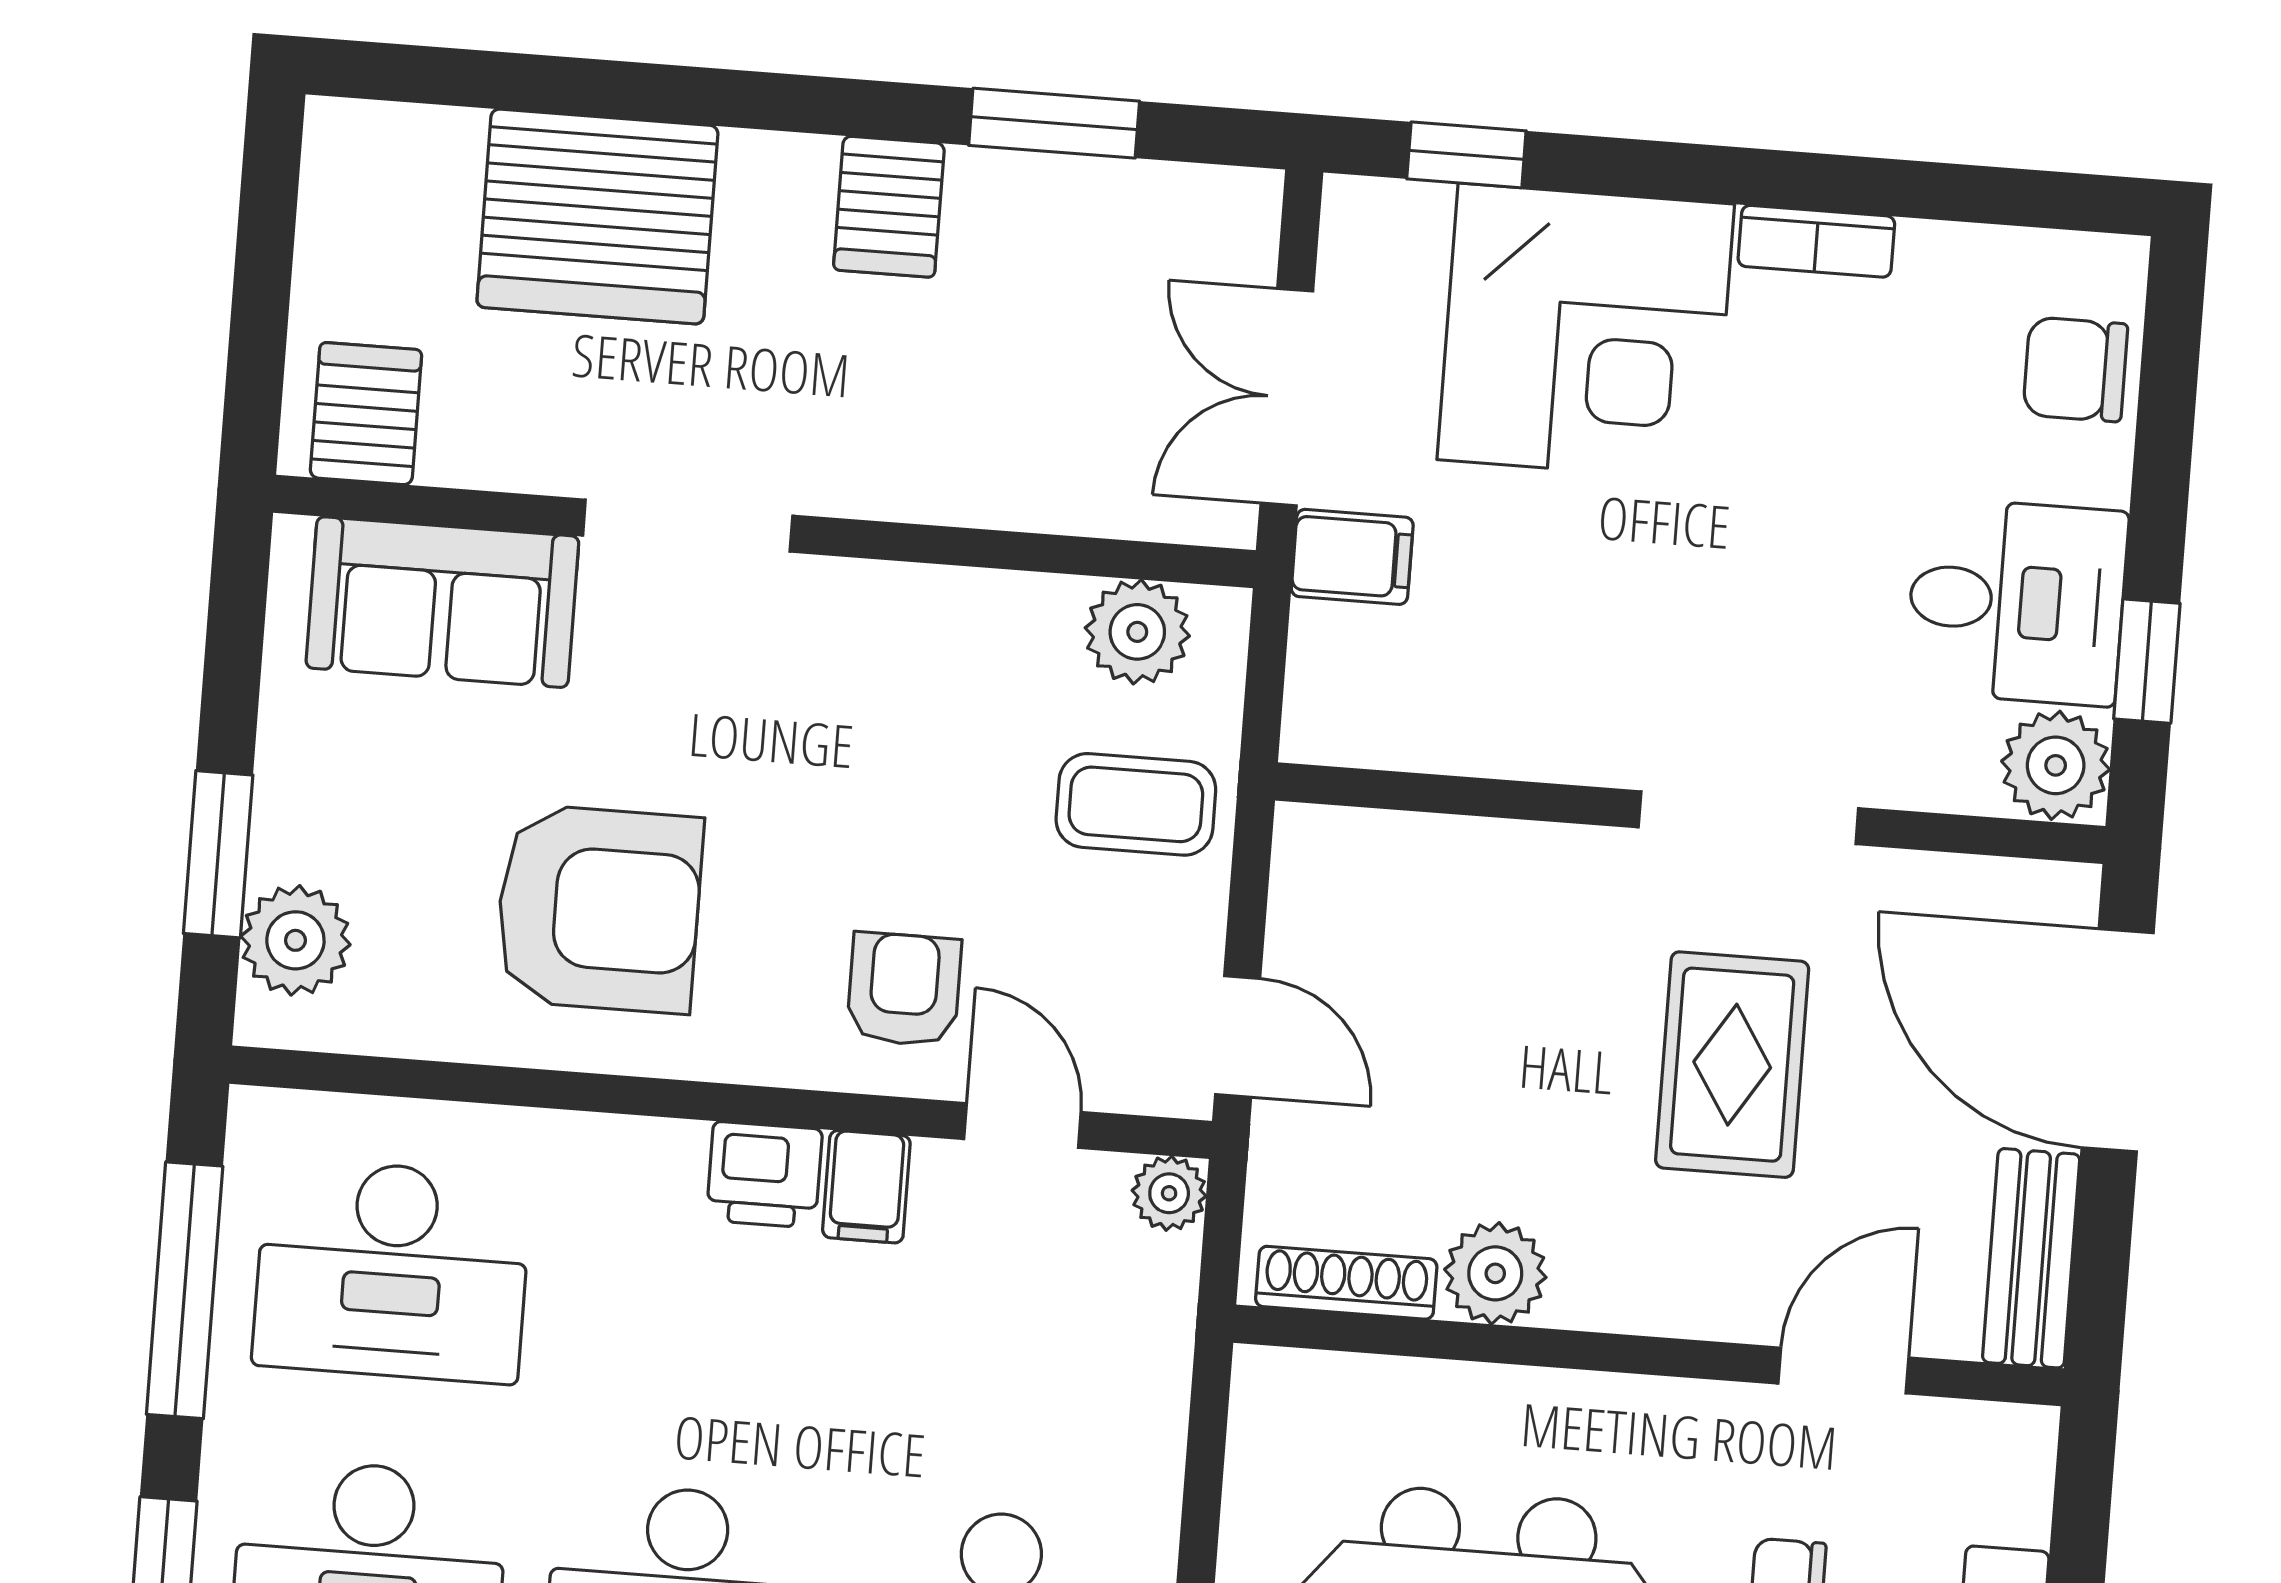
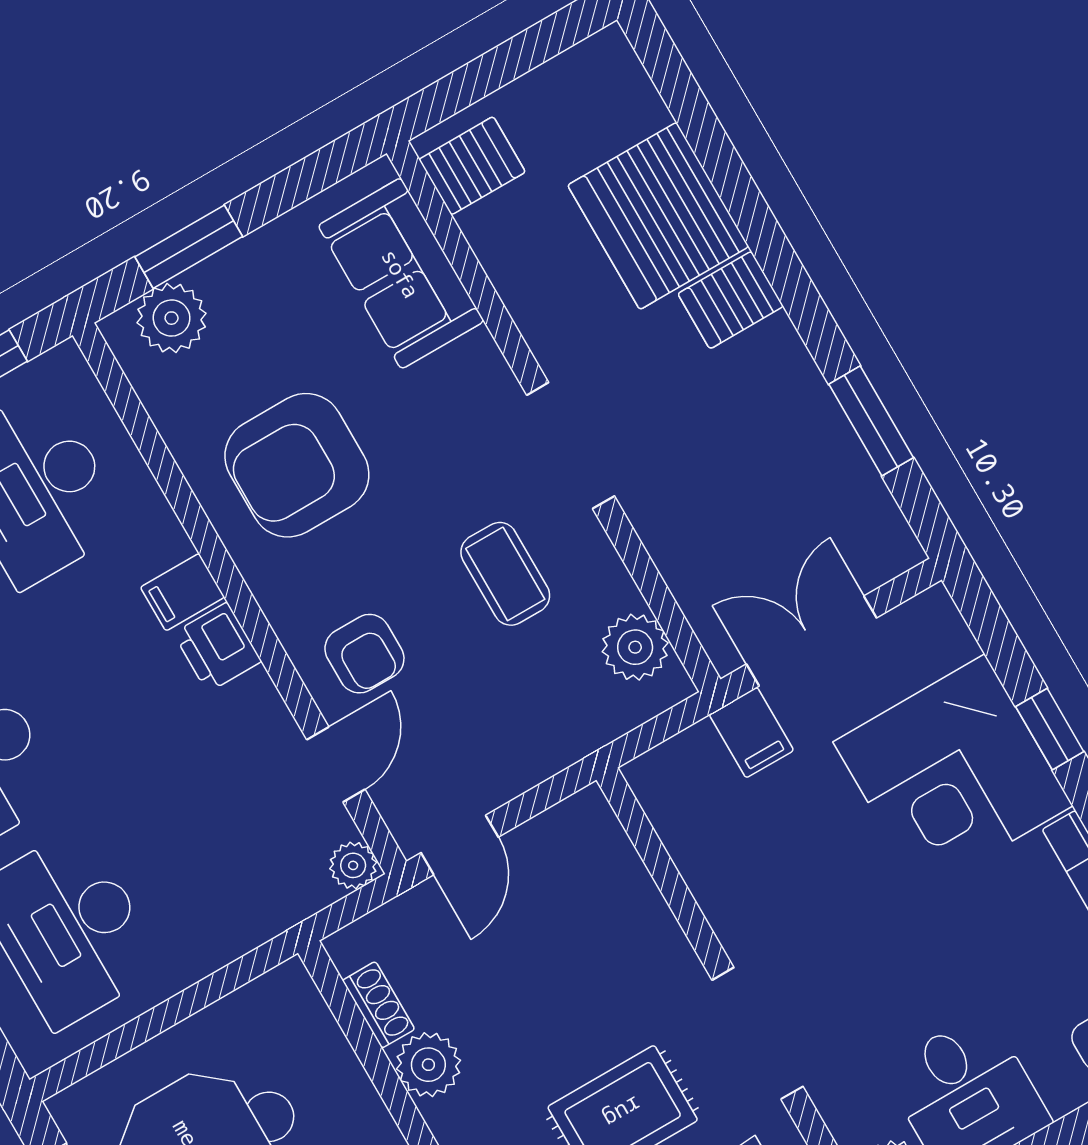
window: (1466, 155) -> (1050, 729), moved
server rack: (889, 207) -> (731, 300), moved
doorway: (688, 526) -> (571, 446), moved
coffee table: (1136, 804) -> (505, 574), moved
armchair: (599, 909) -> (297, 465), turned 90
armchair: (904, 989) -> (364, 654), turned 90
filing cabinet: (866, 1187) -> (183, 592), moved
shoe rack: (1346, 1283) -> (379, 1005), width x0.70

